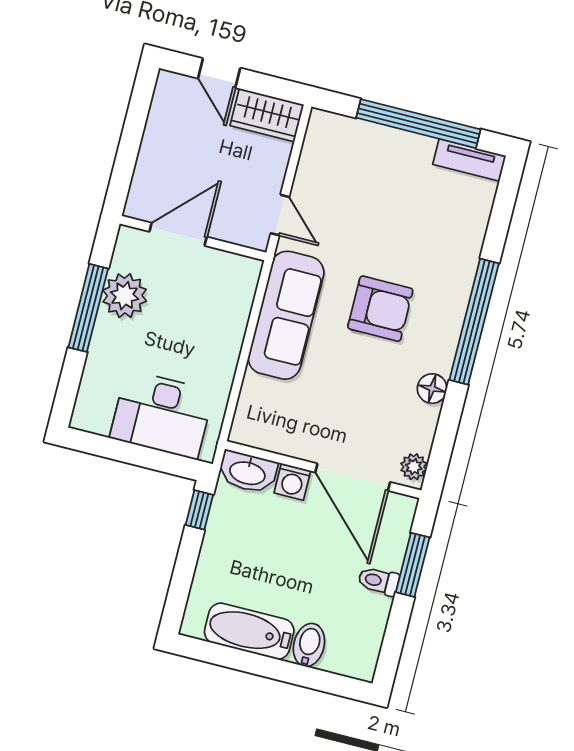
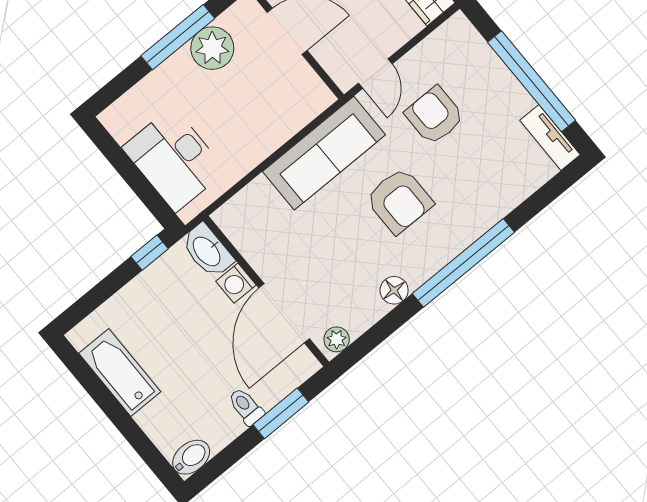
armchair: (357, 214) -> (434, 116), added
bidet: (309, 645) -> (191, 457), moved

